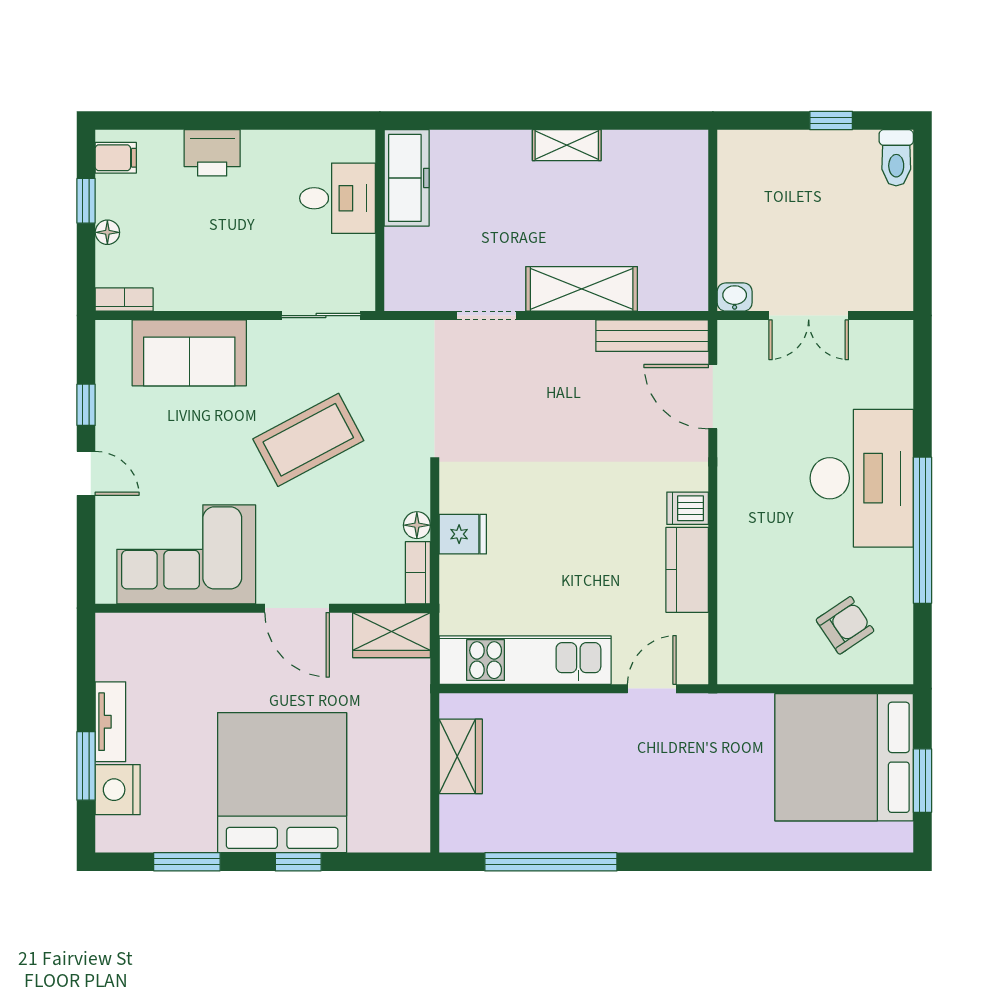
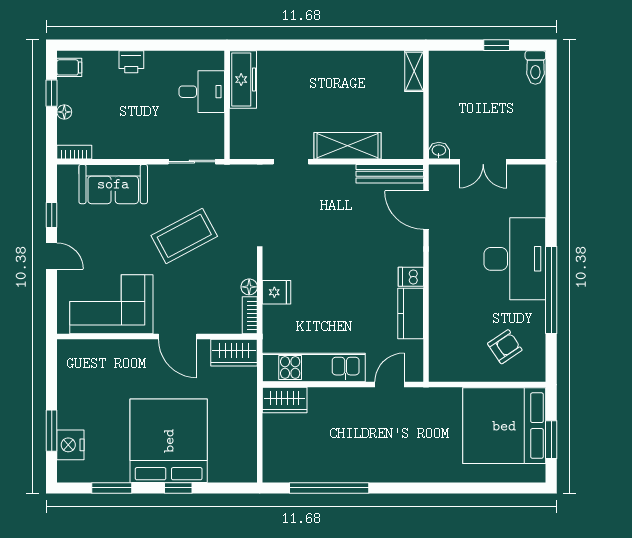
shelving: (567, 145) -> (414, 71), moved, turned 90
printer: (212, 153) -> (131, 62), width x0.73, depth x0.81
tv unit: (110, 722) -> (66, 404), removed
wardrobe: (461, 756) -> (285, 400), moved, turned 90

